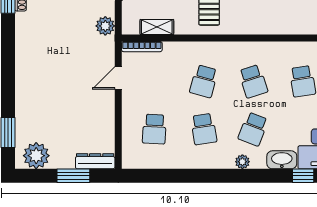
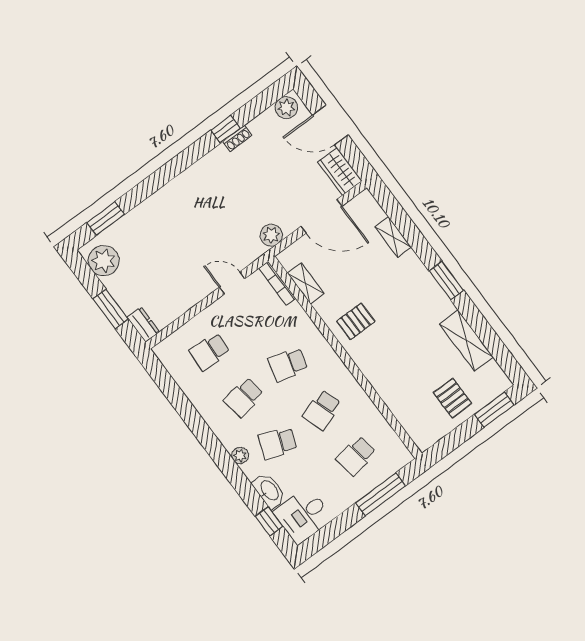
dresser: (95, 161) -> (143, 325), width x0.70

